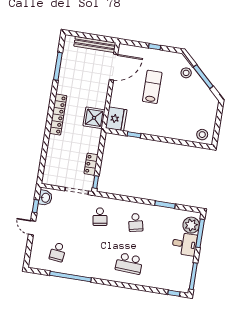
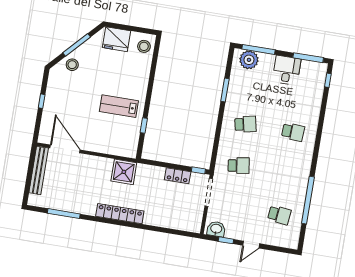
lab bench: (152, 87) -> (119, 106), moved
fridge: (116, 119) -> (116, 39), moved, turned 180
desk: (184, 244) -> (287, 70), moved
school desk: (129, 263) -> (293, 132), width x0.54

